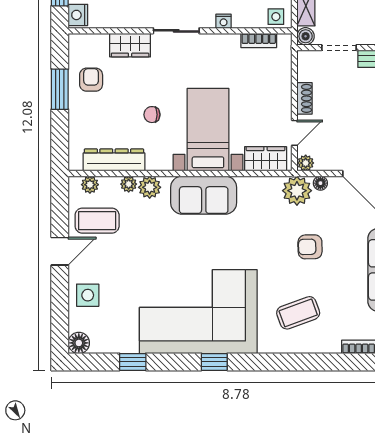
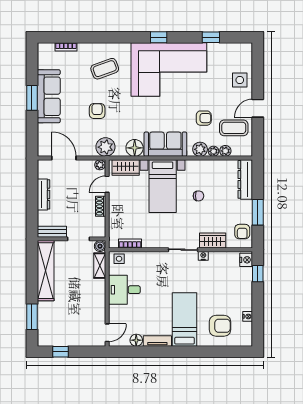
nightstand: (224, 21) -> (203, 256), moved
armchair: (91, 80) -> (242, 232), moved
dresser: (114, 160) -> (245, 179), moved, turned 90
floor lamp: (320, 183) -> (135, 148), moved, width x1.89, depth x1.89
plant: (90, 185) -> (225, 151), moved
armchair: (144, 236) -> (204, 118), added
armchair: (310, 247) -> (97, 111), turned -89
floor lamp: (79, 343) -> (245, 49), removed

